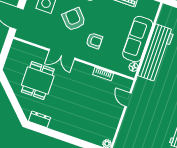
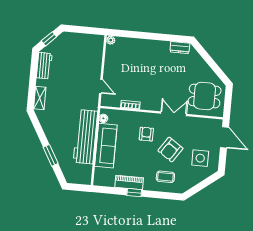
armchair: (74, 19) -> (170, 150), turned 76
armchair: (94, 41) -> (146, 134), turned 90
dining table: (38, 81) -> (205, 96), moved, turned 90

